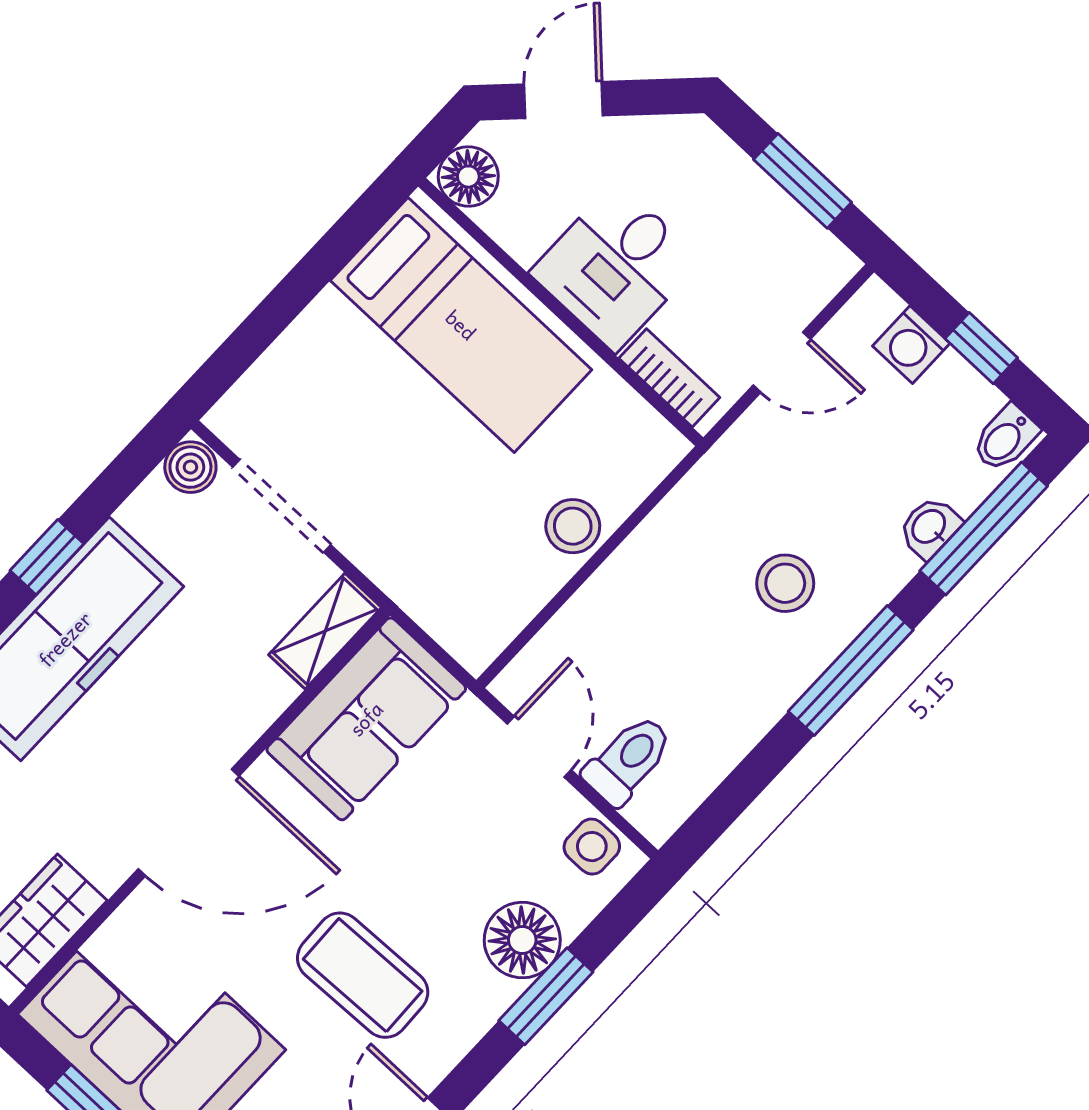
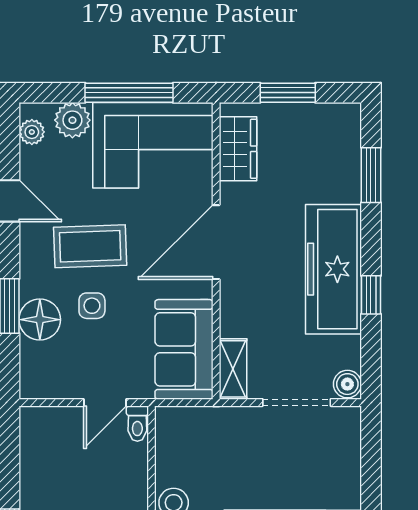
door: (539, 747) -> (105, 403), hinge flipped
toilet: (628, 760) -> (137, 424), moved, width x0.73, depth x0.72
side table: (592, 847) -> (92, 306), moved

